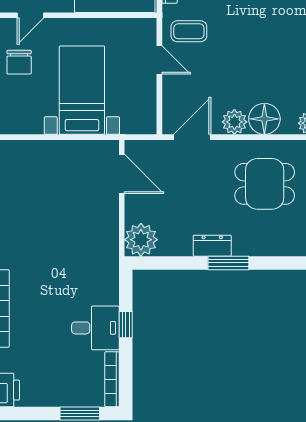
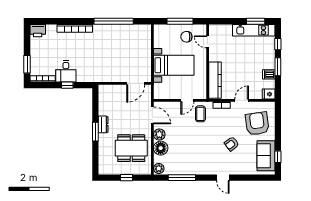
dining table: (265, 184) -> (131, 148), width x1.38
plant: (141, 240) -> (106, 92), removed

